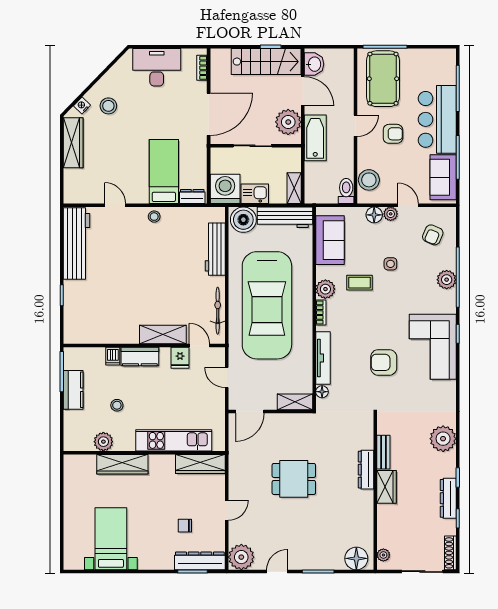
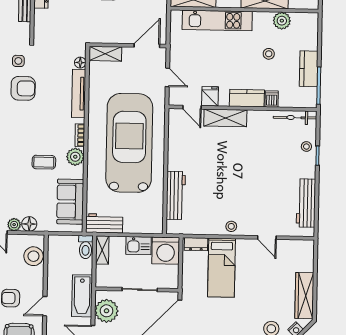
toilet: (346, 191) -> (86, 247), moved
workbench: (285, 217) -> (104, 223), width x0.73
boiler: (243, 220) -> (149, 222), removed
workbench: (77, 244) -> (306, 203), width x0.73, depth x0.76
side table: (390, 264) -> (18, 61), moved
stool: (74, 305) -> (306, 147), added
bicycle: (218, 311) -> (295, 118), moved, turned 90

